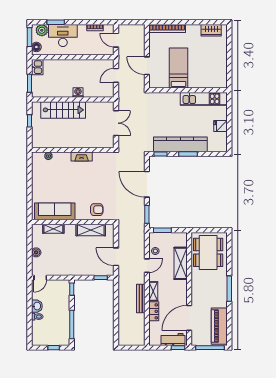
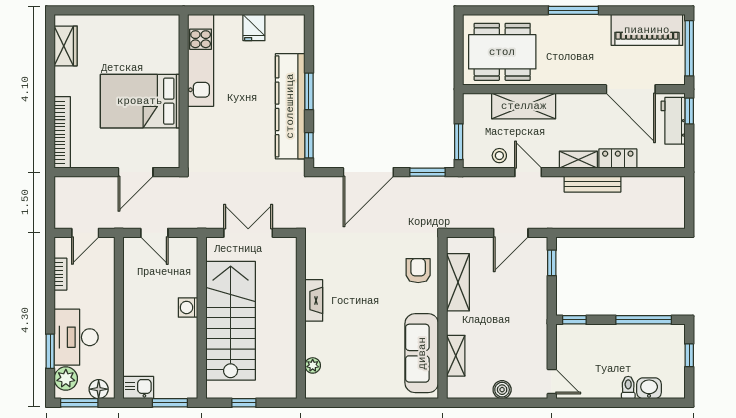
bed: (178, 68) -> (140, 101), width x1.50
stairs: (63, 110) -> (231, 321), width x1.36, depth x1.51
washbasin: (37, 306) -> (649, 388), moved

